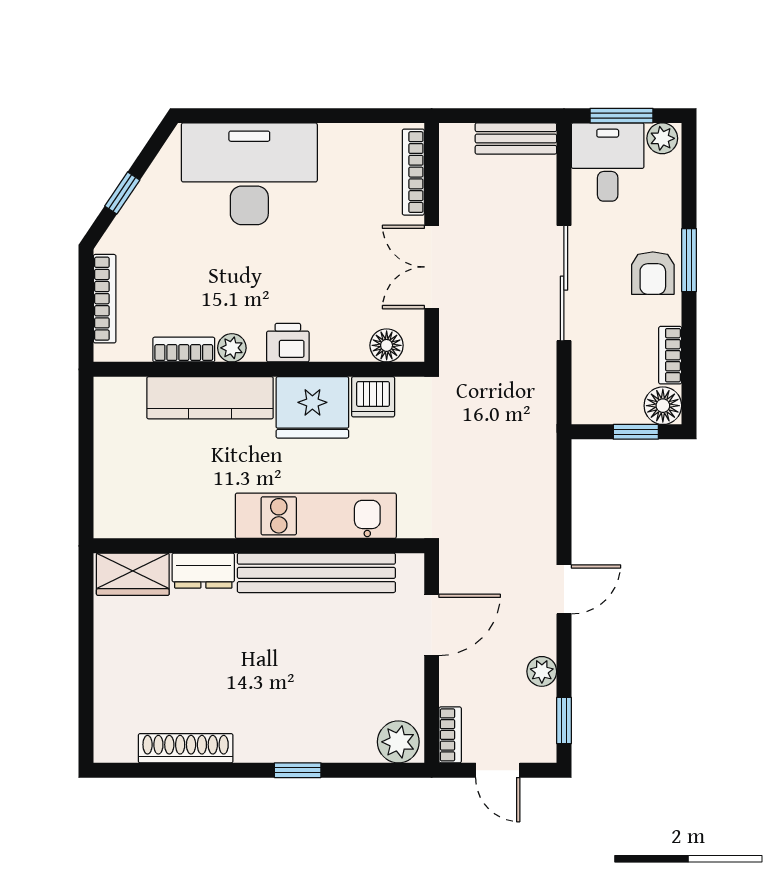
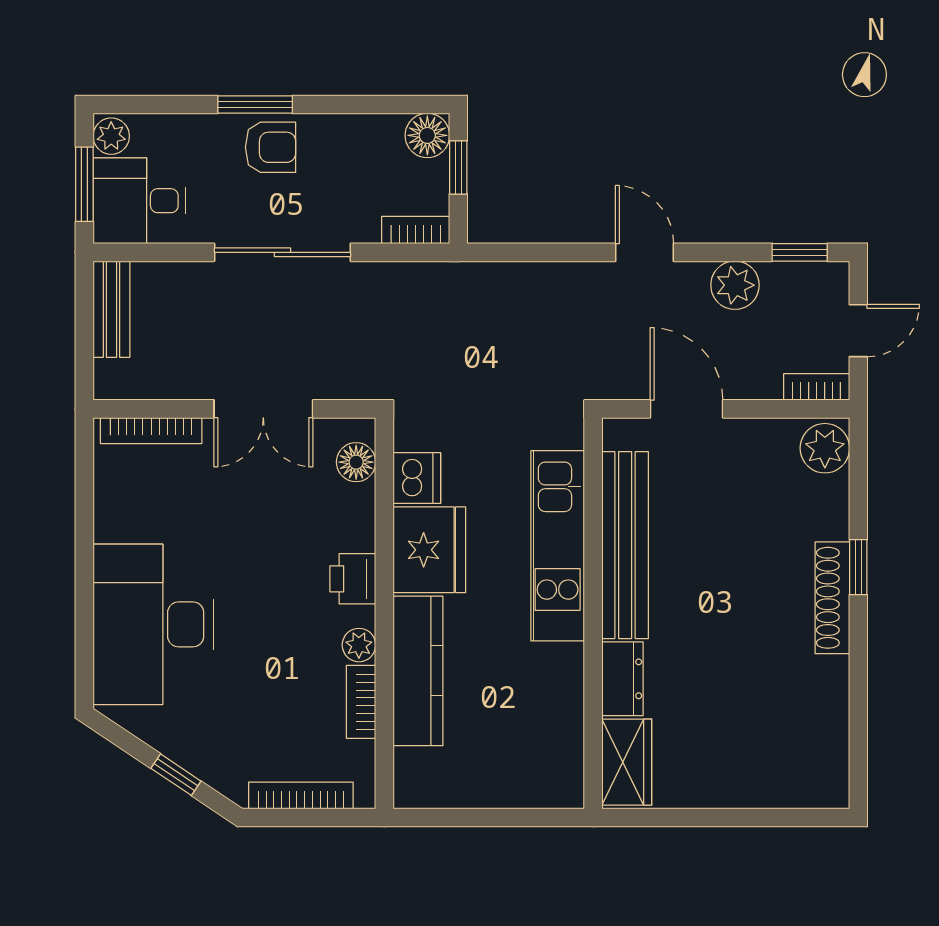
bookcase: (670, 355) -> (416, 230), moved, turned 180
plant: (542, 671) -> (735, 285), width x1.38, depth x1.38
shoe rack: (186, 748) -> (832, 598), moved

